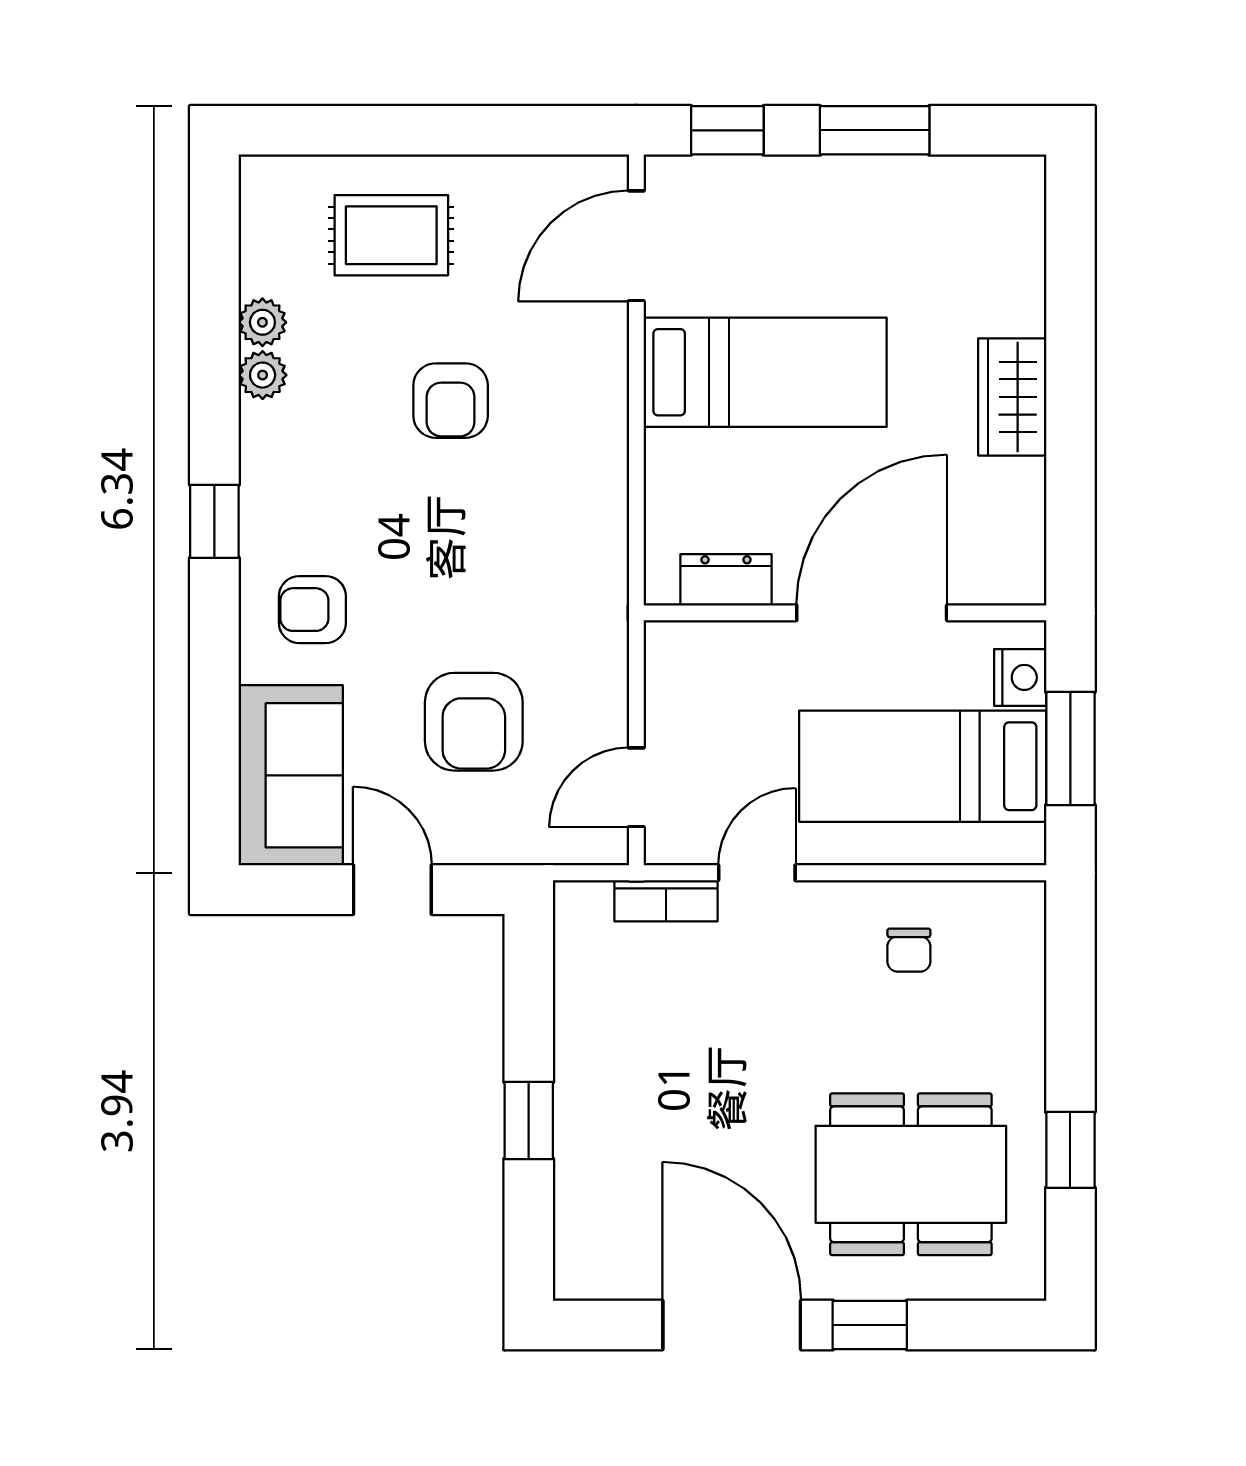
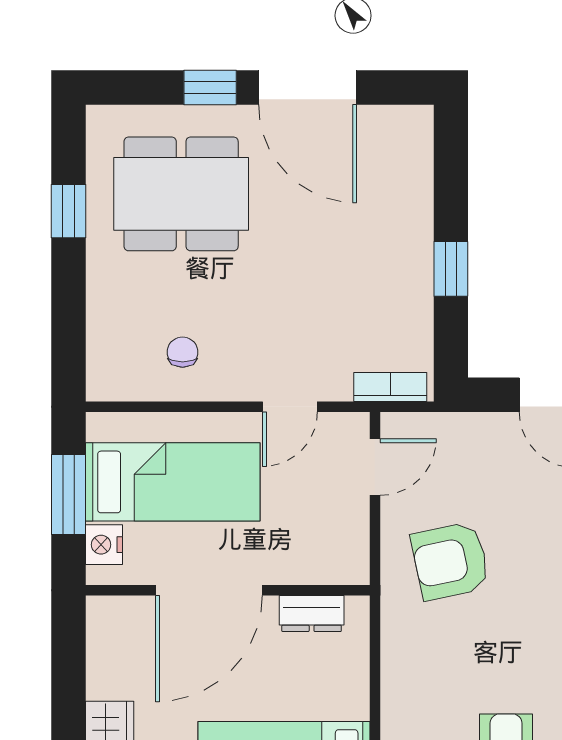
armchair: (474, 722) -> (450, 561), moved, turned -102
bookcase: (666, 901) -> (390, 387), moved
window: (529, 1121) -> (451, 269), moved

